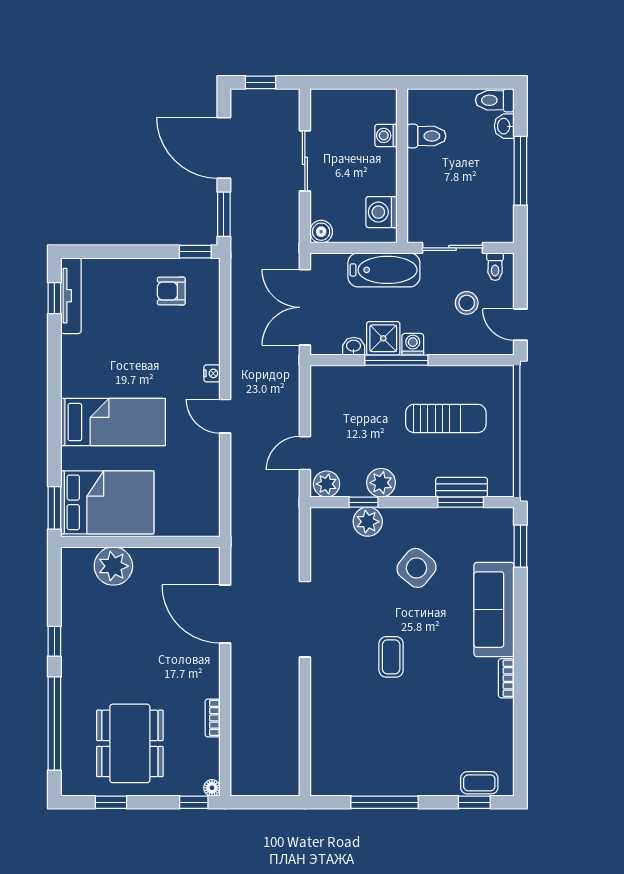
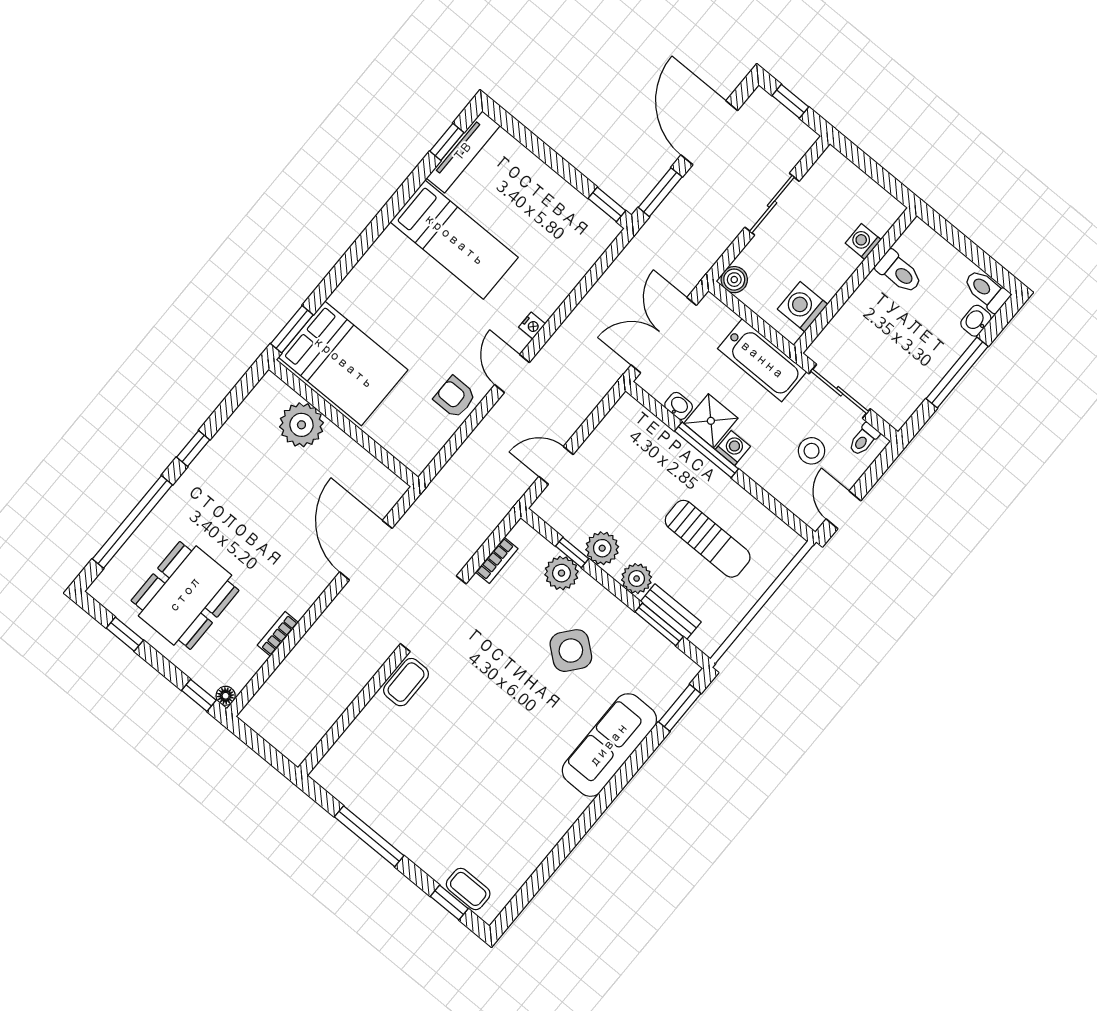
armchair: (171, 291) -> (455, 397), moved
bed: (113, 422) -> (454, 240), moved
plant: (327, 484) -> (637, 579), moved
coffee table: (391, 657) -> (406, 682), moved
bookcase: (506, 678) -> (497, 560), moved, turned 180

